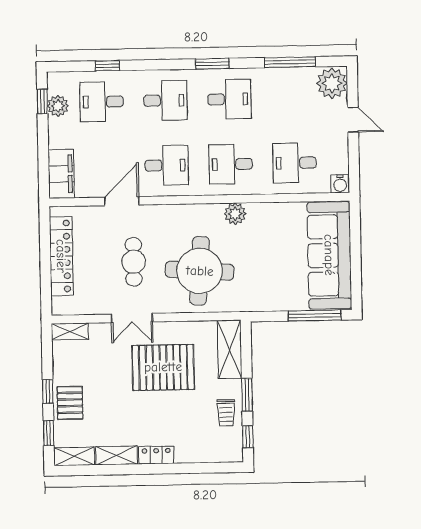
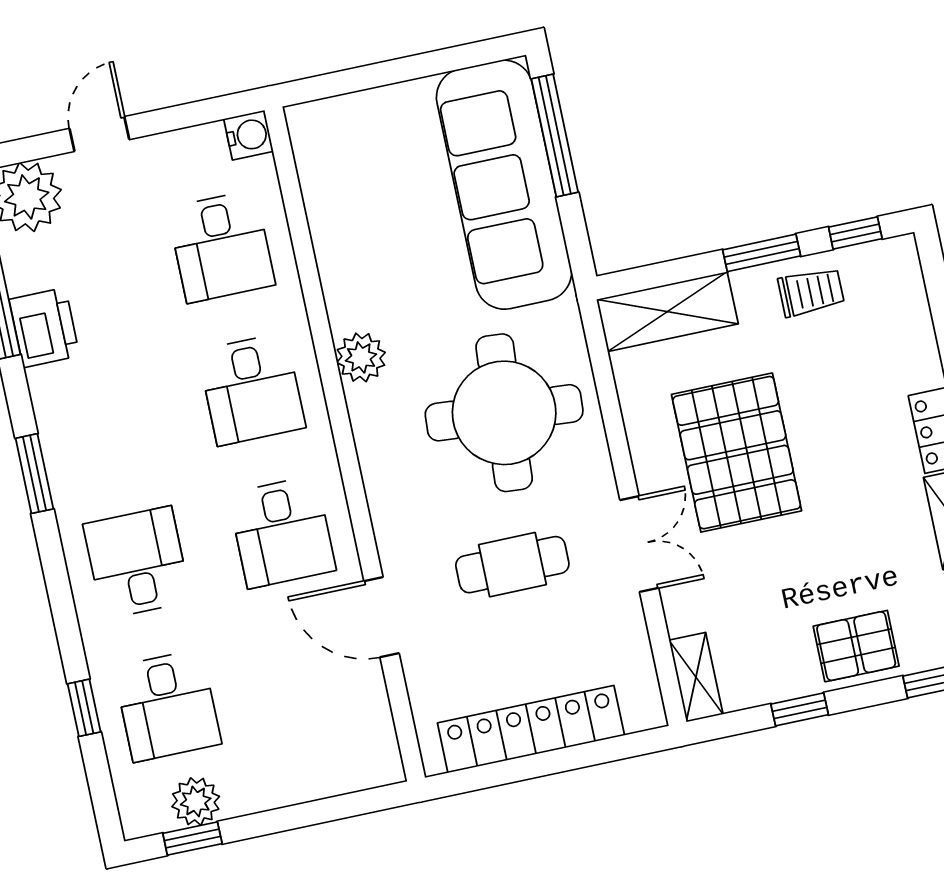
printer: (274, 80) -> (44, 328), added
desk: (229, 99) -> (107, 420), removed
desk: (167, 165) -> (282, 532), turned 180
filing cabinet: (61, 174) -> (347, 765), removed
sofa: (329, 255) -> (504, 185), moved, turned 90
window: (48, 391) -> (800, 709), moved

